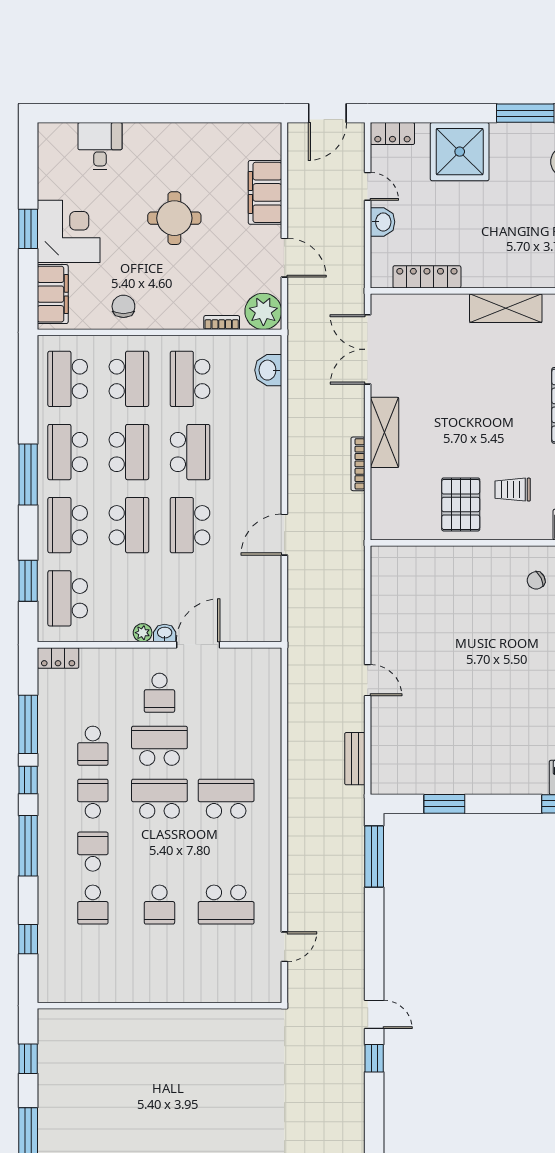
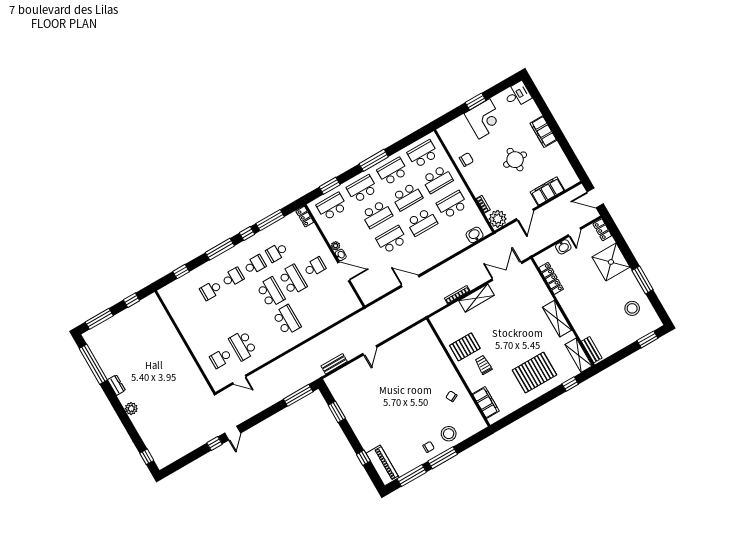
desk: (100, 146) -> (517, 95), moved
filing cabinet: (53, 294) -> (543, 132), moved, turned 90
school desk: (159, 693) -> (315, 267), turned 180
school desk: (159, 905) -> (221, 358), moved

